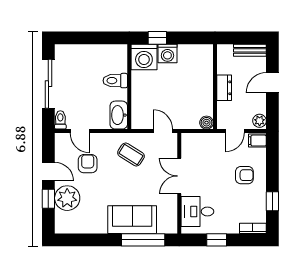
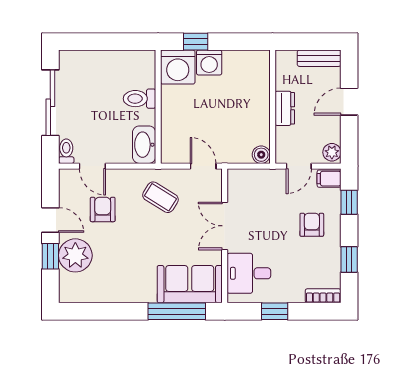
window: (272, 158) -> (349, 202), added
armchair: (244, 175) -> (312, 225), turned -90
sofa: (132, 220) -> (190, 284), moved

